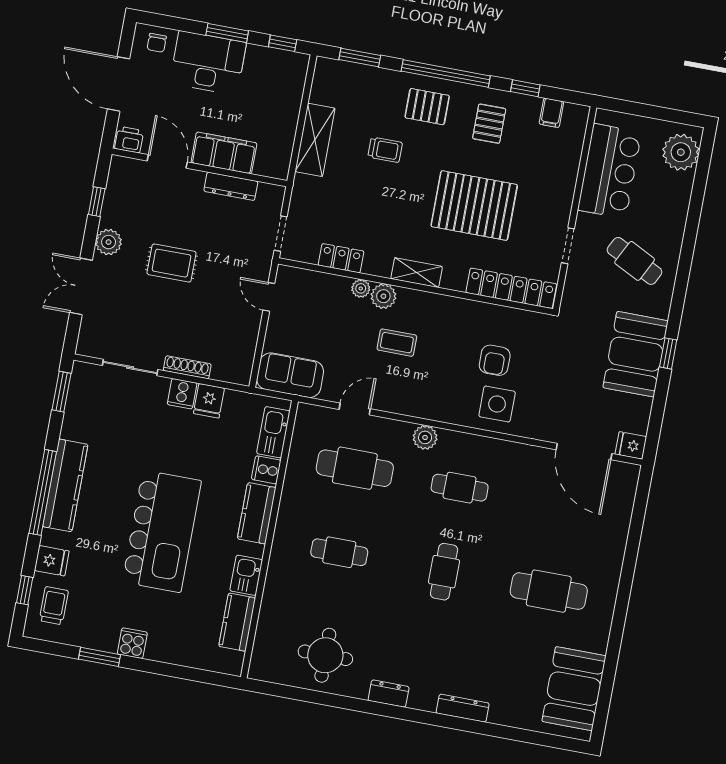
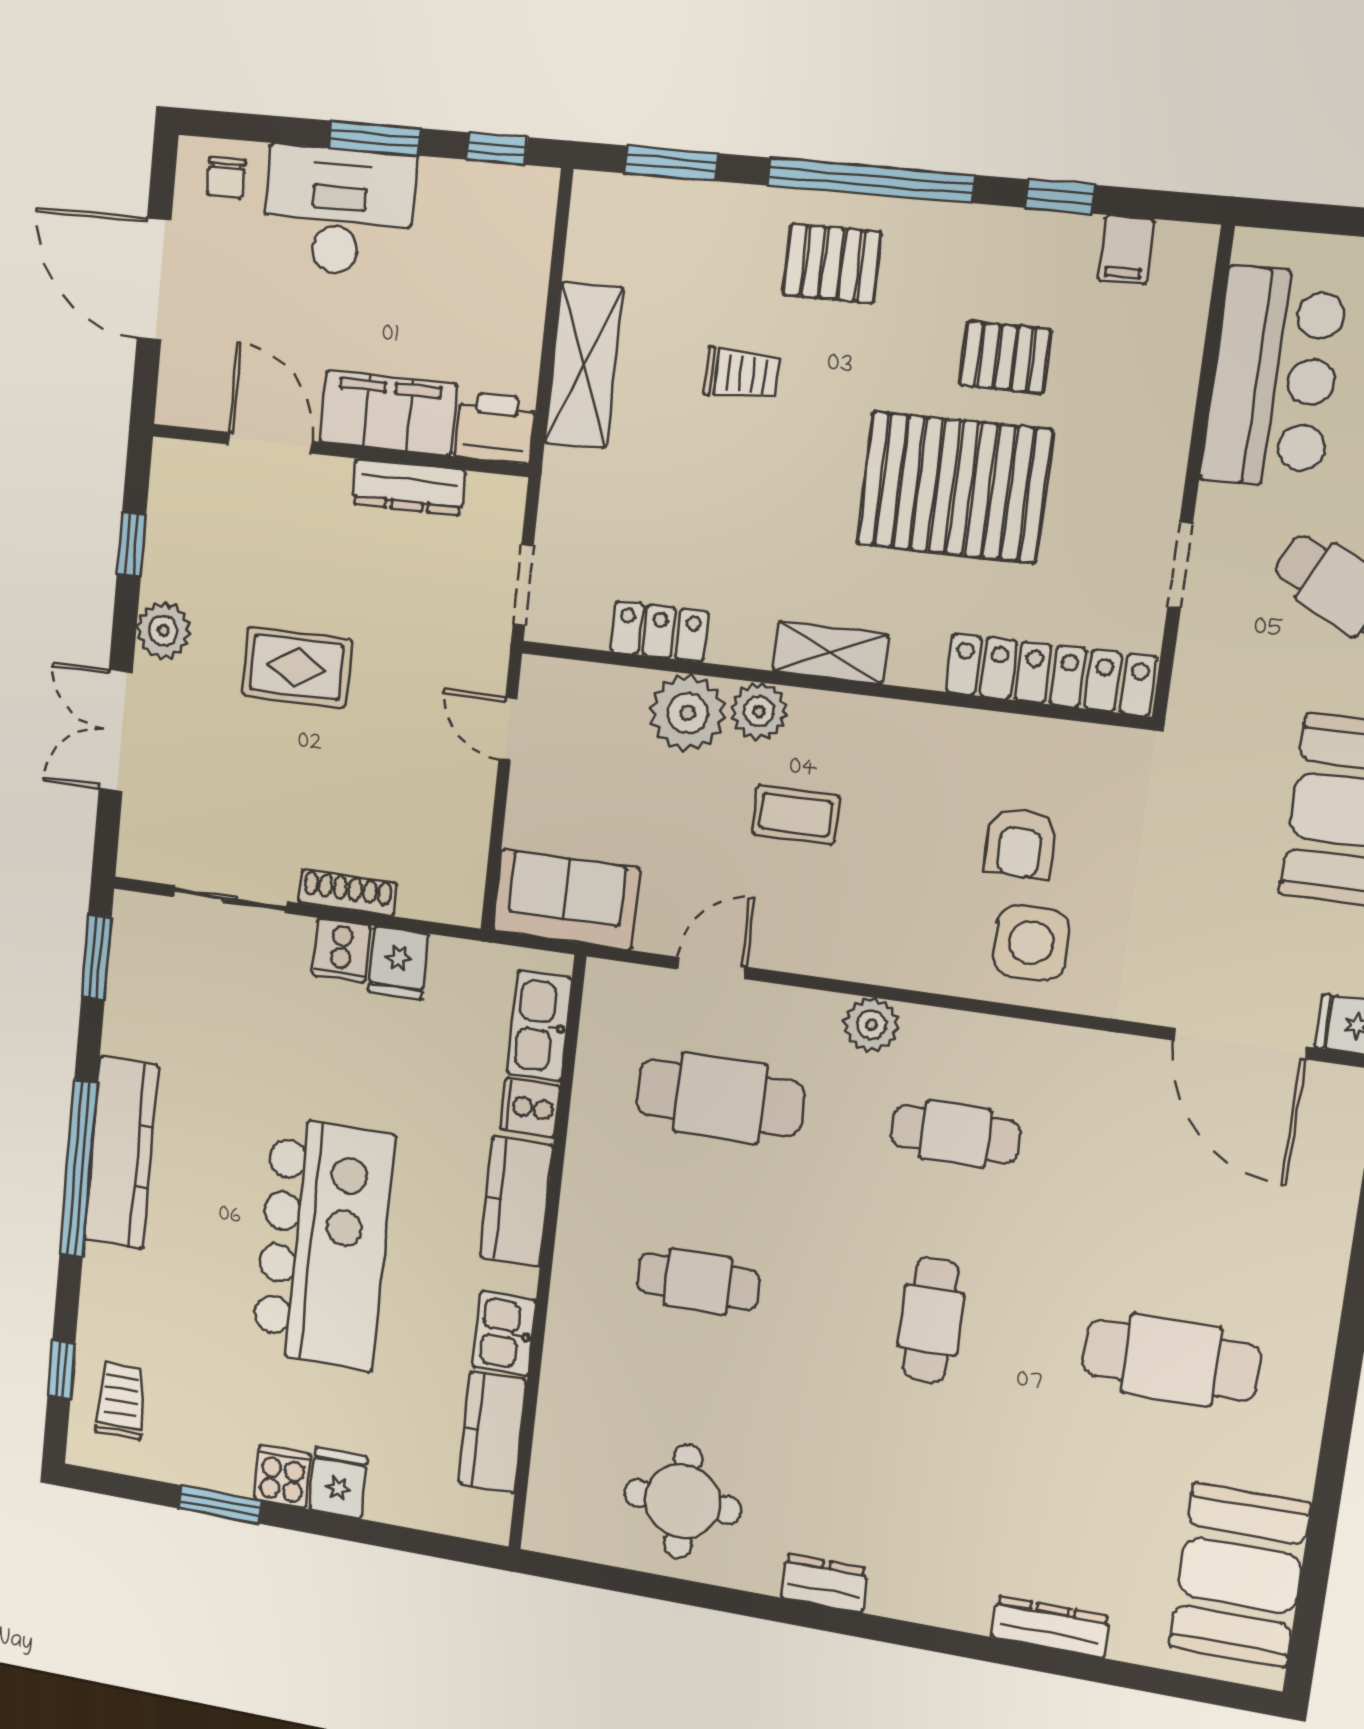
pallet: (489, 124) -> (1005, 357), moved, turned 90
printer: (129, 140) -> (495, 428), moved, width x1.36, depth x1.24
plant: (361, 288) -> (688, 713), width x1.88, depth x1.88
fridge: (52, 561) -> (338, 1483), moved, turned -90
dresser: (463, 708) -> (1050, 1627), moved

